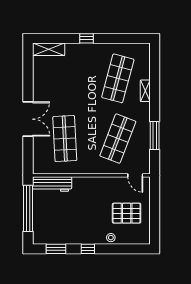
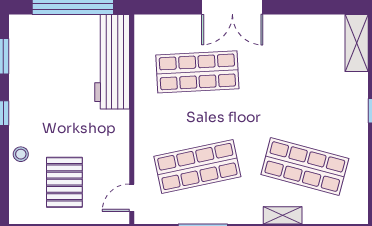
shop shelf: (118, 139) -> (197, 167), turned -33
workbench: (52, 184) -> (112, 62), width x1.36, depth x1.32

